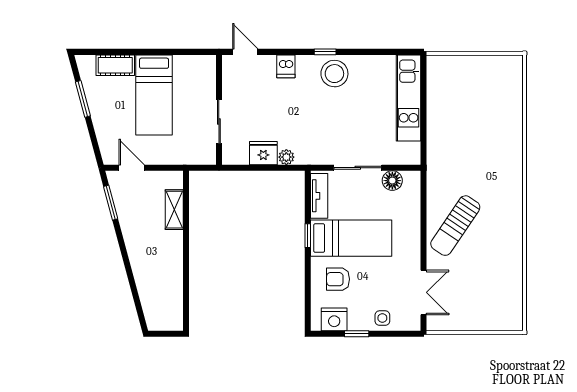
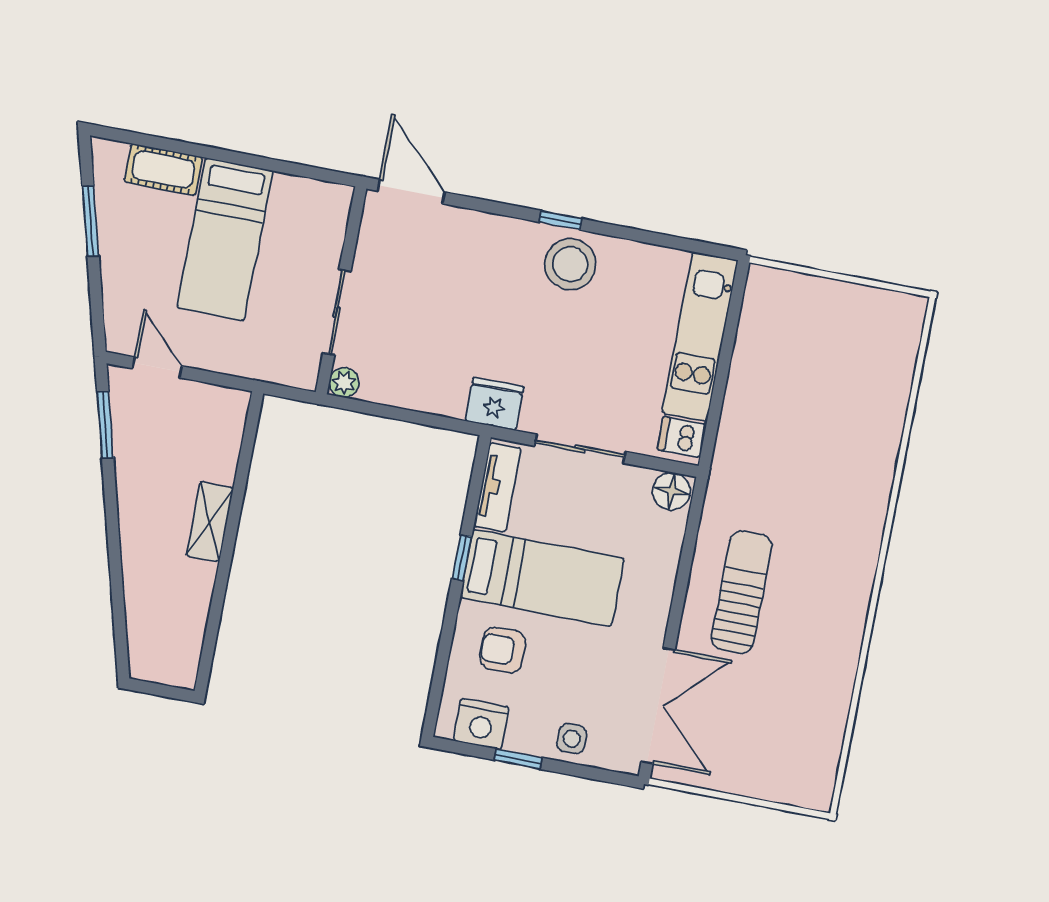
door: (245, 52) -> (411, 192), width x1.38
dishwasher: (286, 66) -> (682, 437), moved, turned 90
fridge: (263, 153) -> (494, 404), moved
plant: (286, 157) -> (344, 383), moved
floor lamp: (392, 181) -> (671, 491), moved
shelving: (174, 210) -> (210, 522), moved
sun lounger: (455, 226) -> (742, 592), turned 146
double door: (424, 292) -> (658, 706), width x1.37

